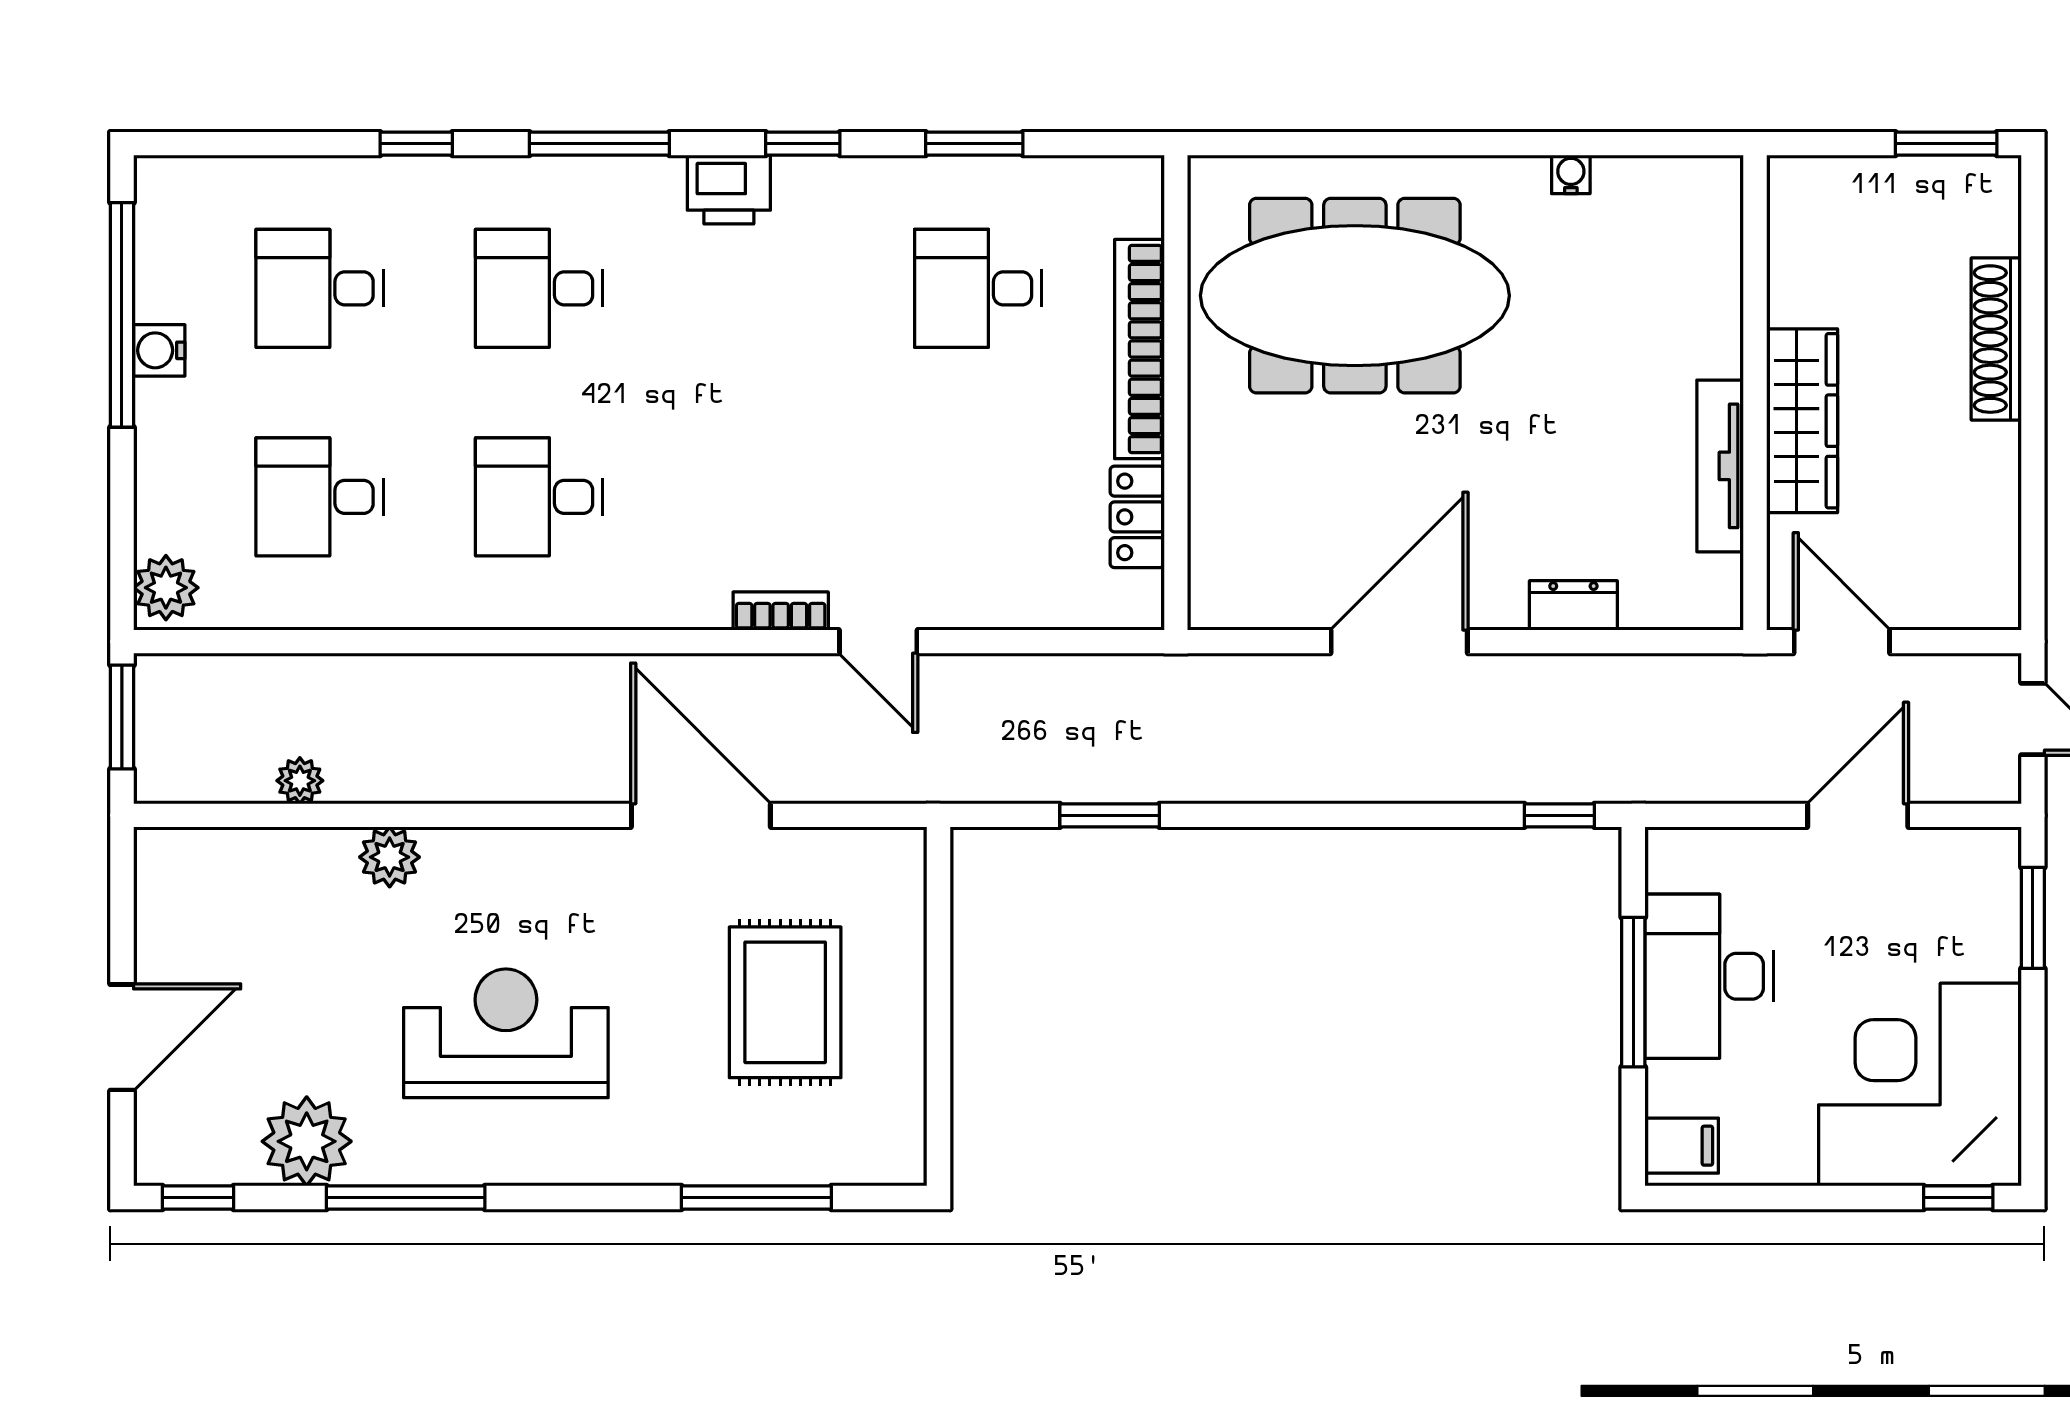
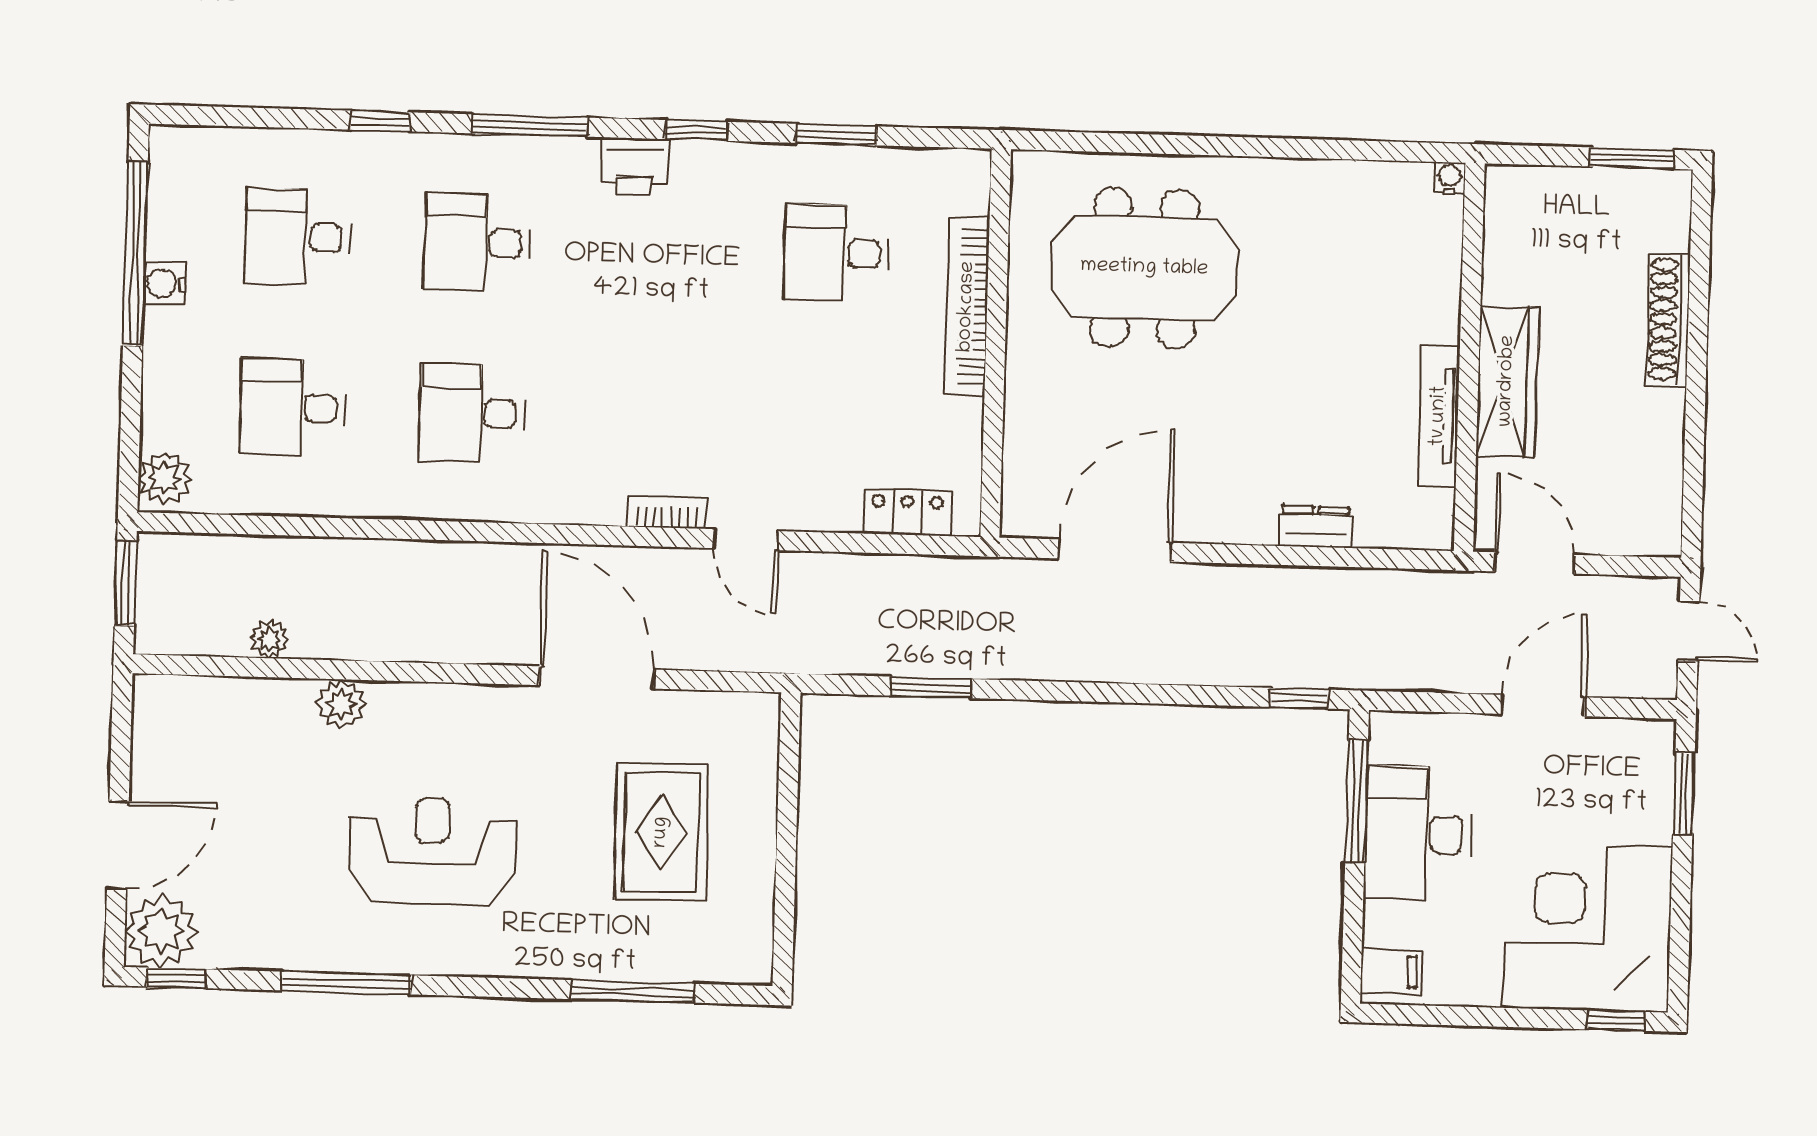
water cooler: (1571, 174) -> (1449, 178), moved
meeting table: (1355, 296) -> (1144, 268), width x0.73
locker: (1137, 517) -> (907, 513), moved, turned 90
door: (1399, 642) -> (1115, 551), moved
window: (1633, 992) -> (1357, 801), moved
plant: (307, 1141) -> (161, 931), moved

